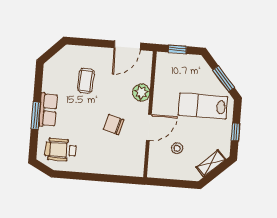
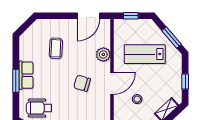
lab bench: (203, 106) -> (145, 54), moved

